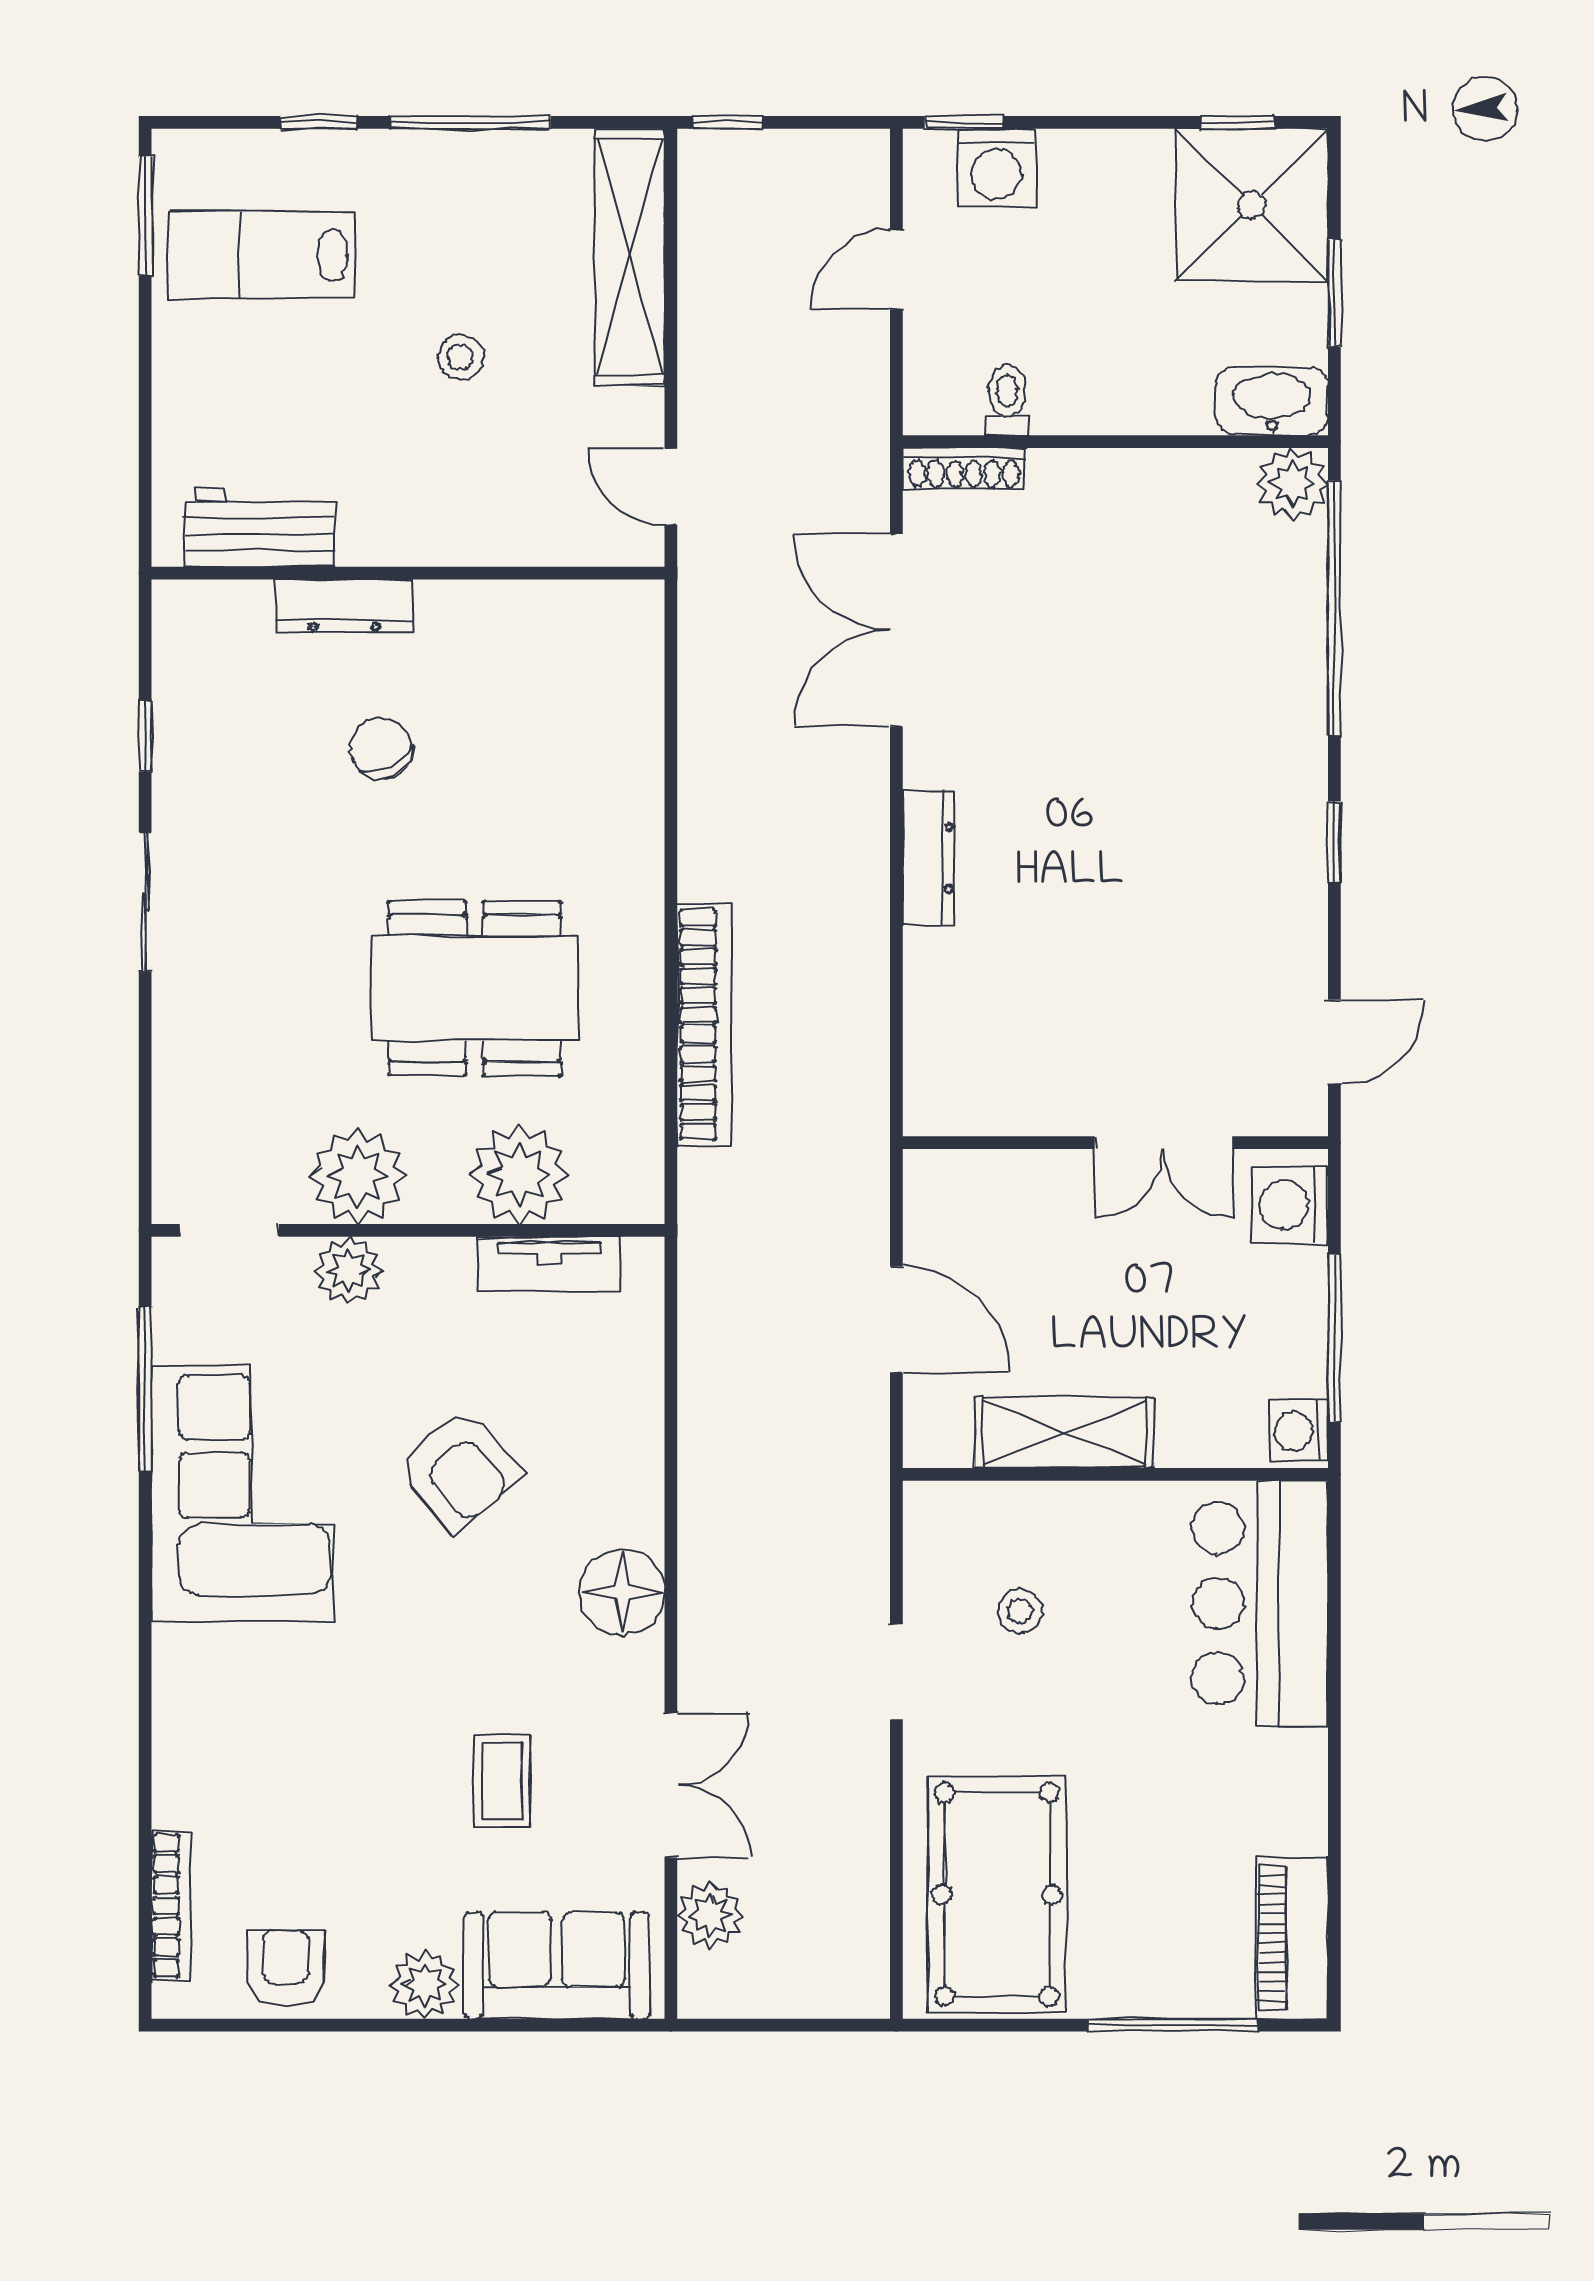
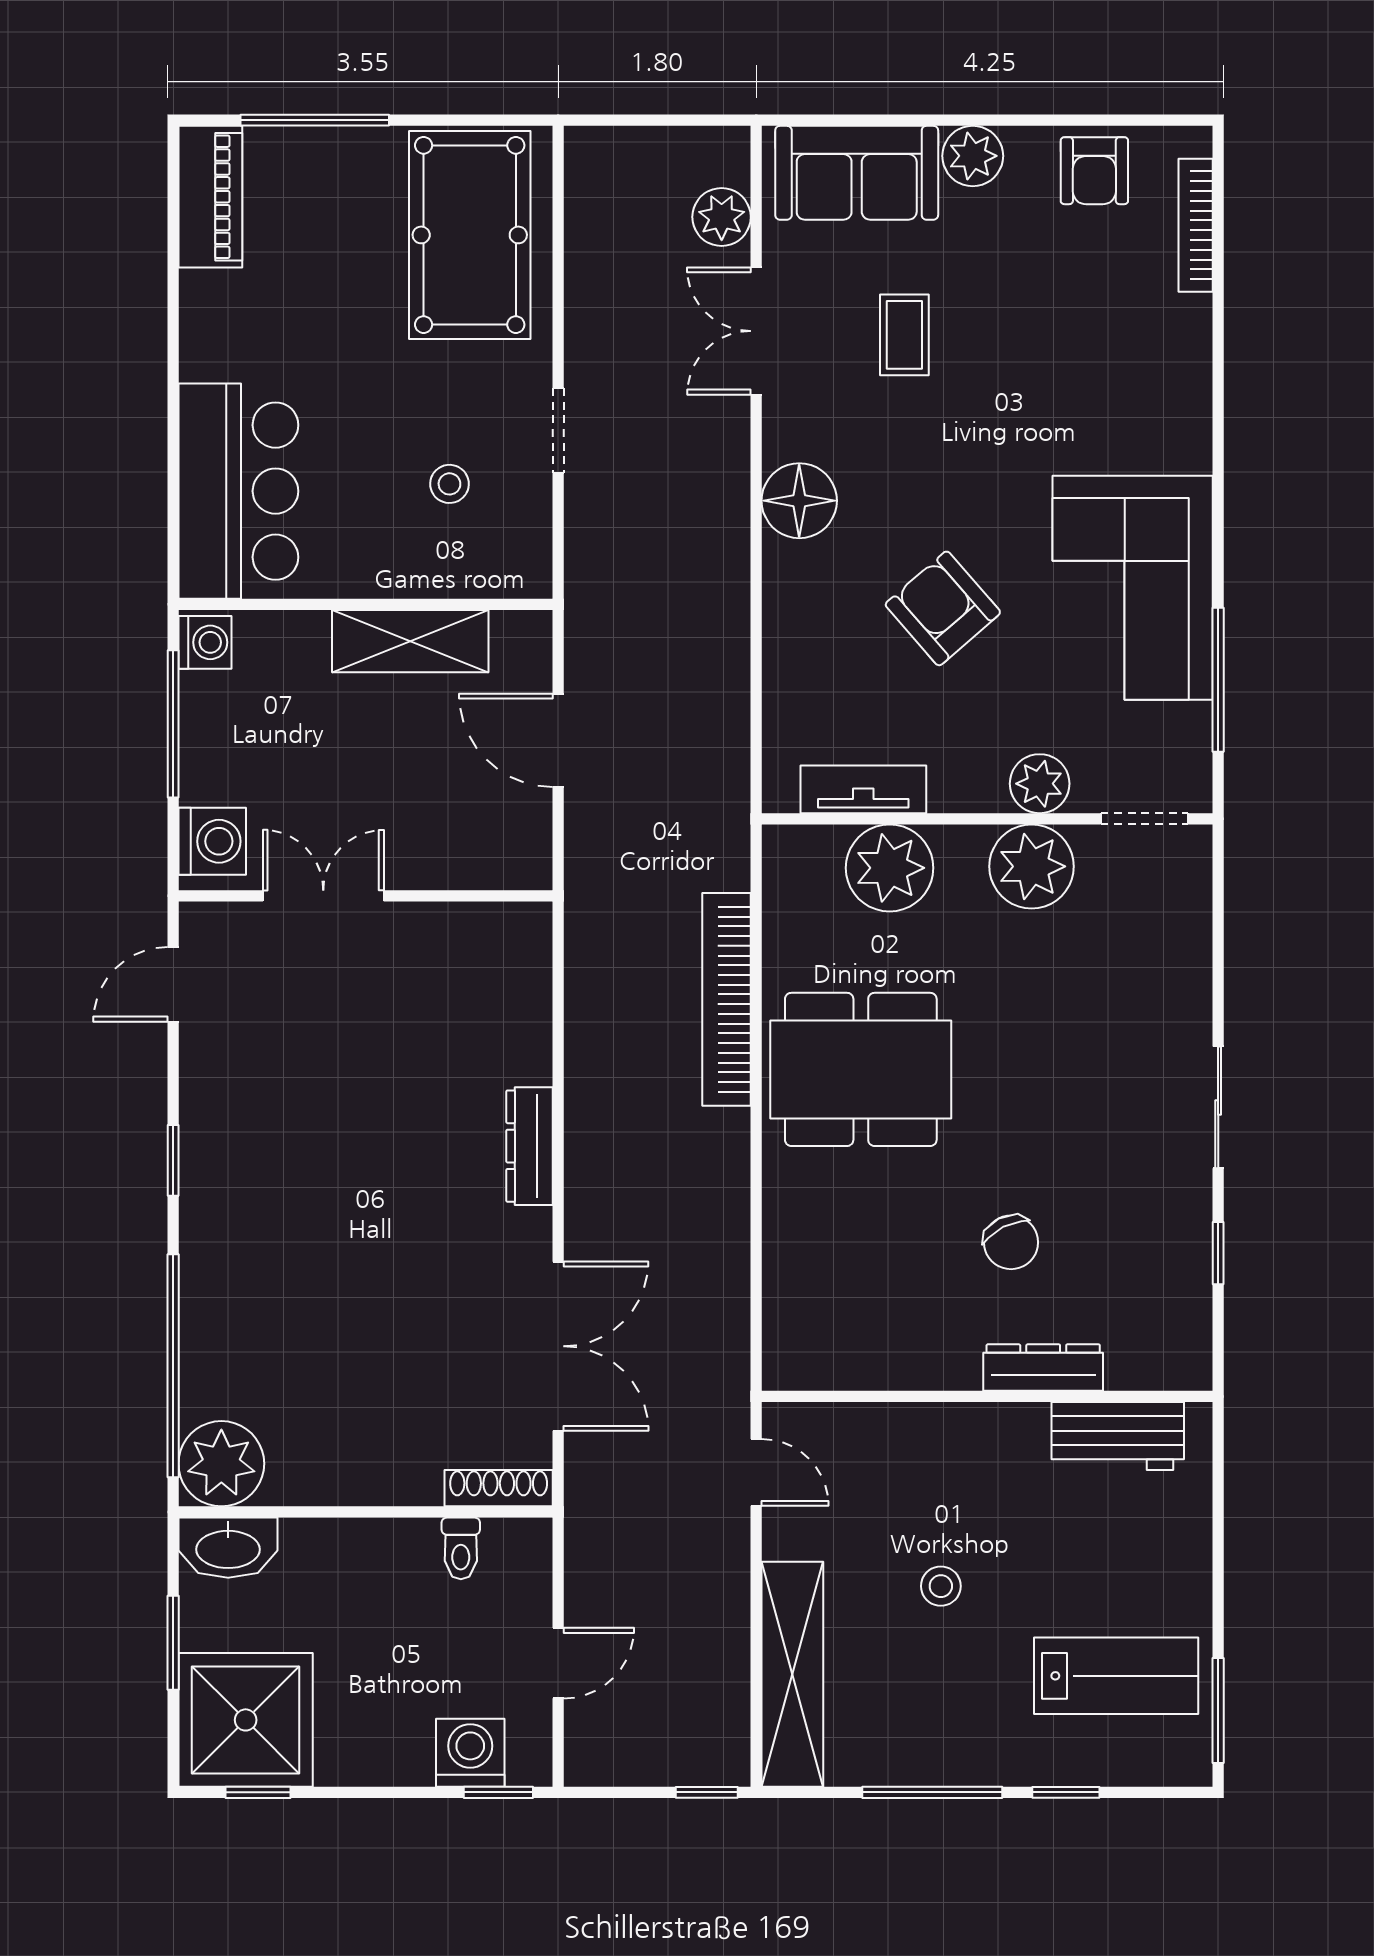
plant: (1292, 484) -> (221, 1464), width x1.36, depth x1.36
dining table: (475, 988) -> (861, 1069), moved

